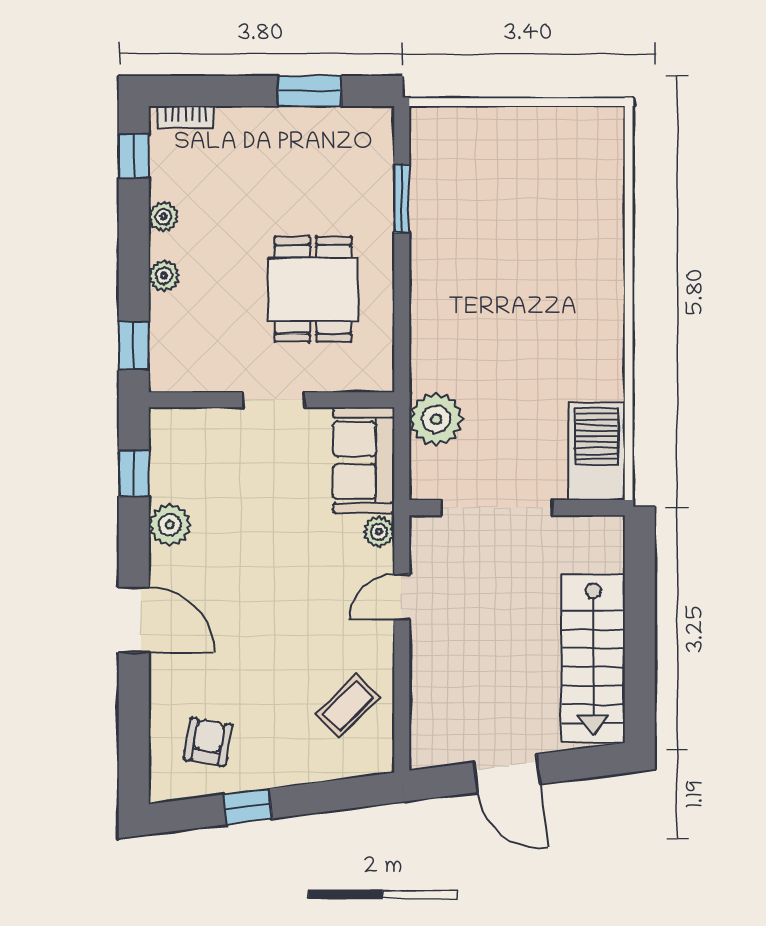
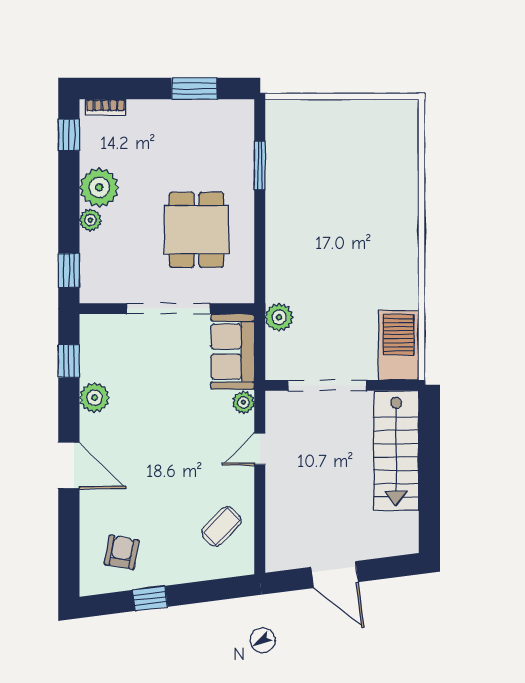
plant: (163, 217) -> (99, 187), width x1.88, depth x1.88
doorway: (274, 400) -> (169, 309), width x1.88
plant: (436, 419) -> (279, 317), width x0.73, depth x0.73
stairs: (593, 658) -> (396, 451), moved

